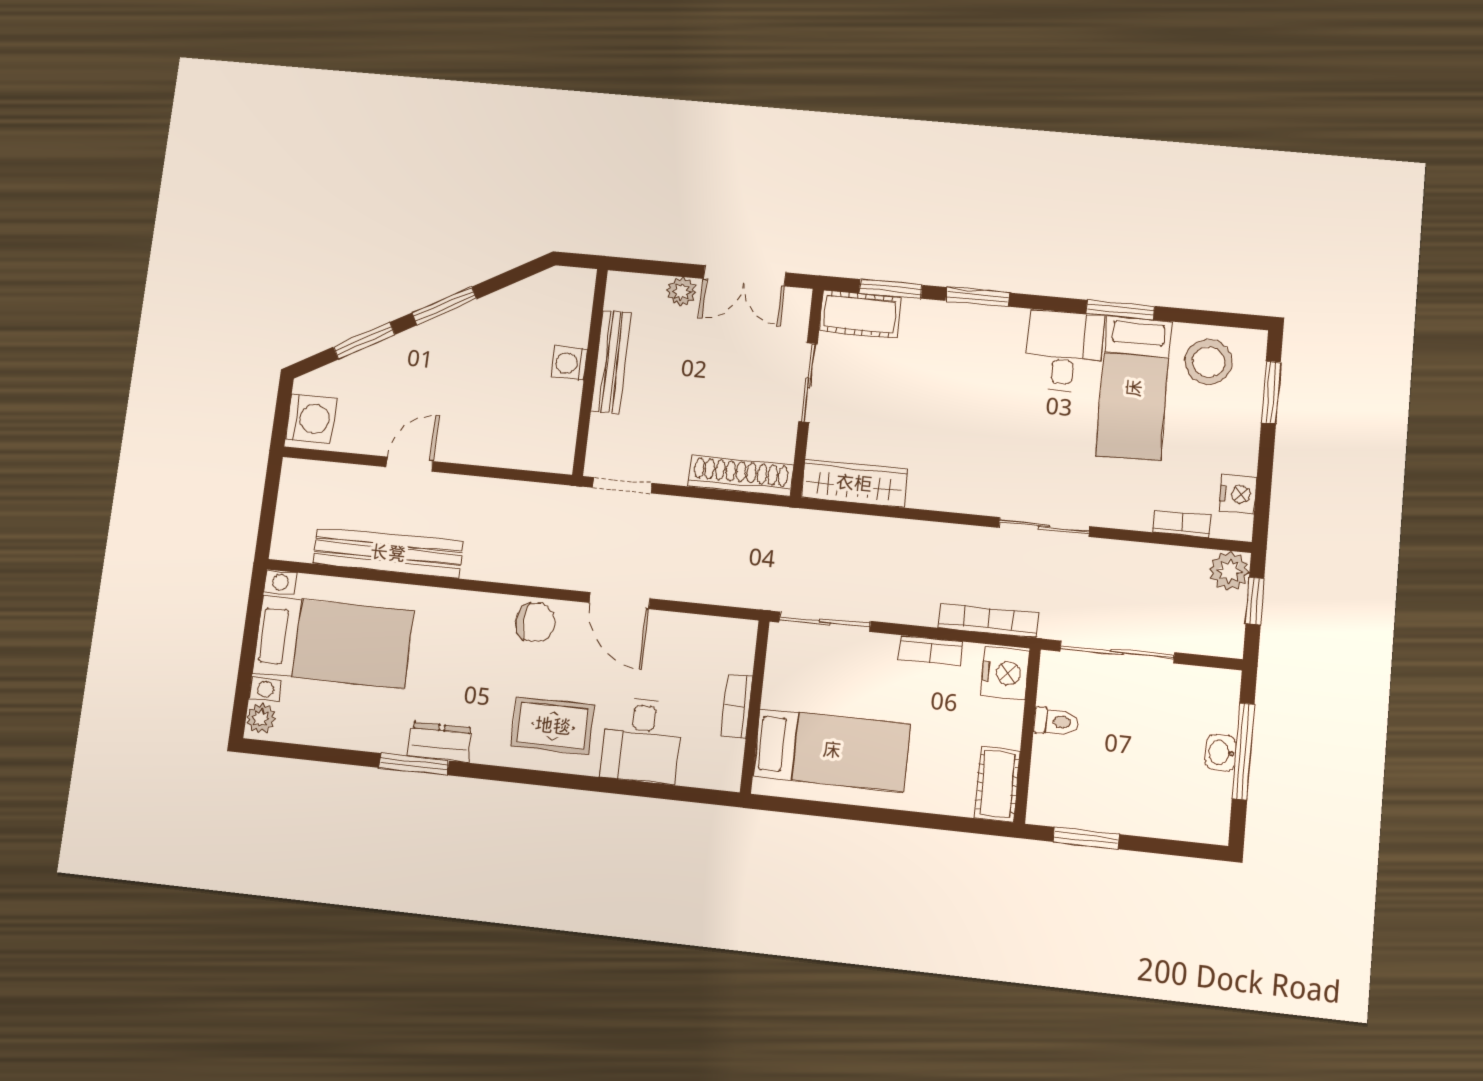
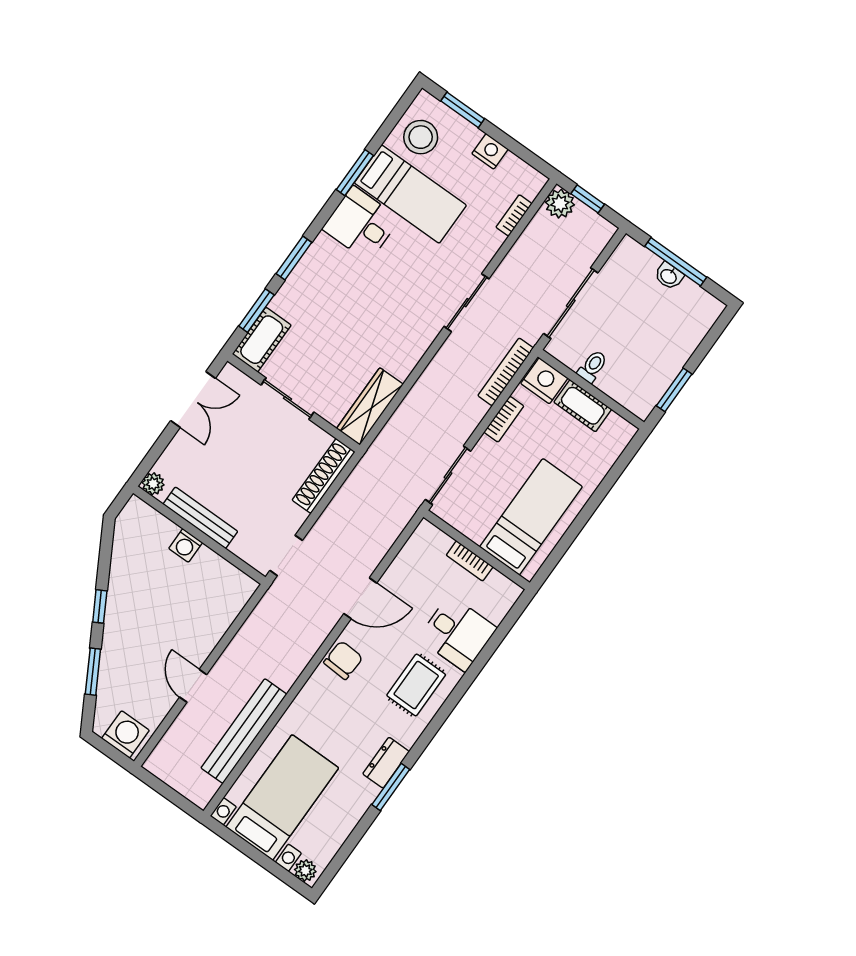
plant: (682, 291) -> (153, 484), moved
window: (444, 306) -> (100, 606), width x0.67
nightstand: (1238, 494) -> (490, 151), moved
cot: (997, 784) -> (583, 406), moved

